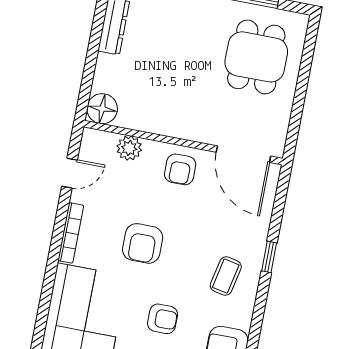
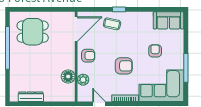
floor lamp: (102, 109) -> (68, 77), moved
coffee table: (226, 276) -> (112, 24), moved

